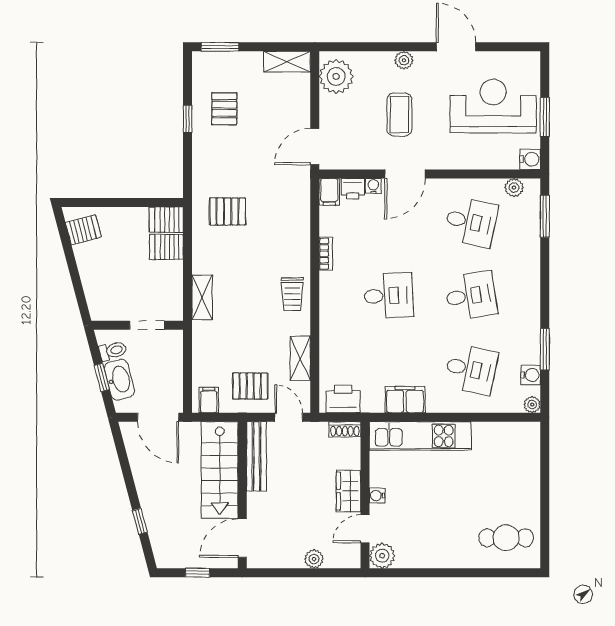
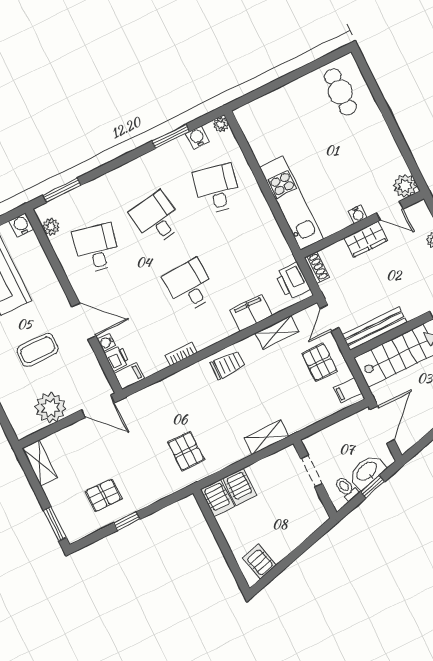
plant: (336, 76) -> (50, 408), moved
filing cabinet: (405, 400) -> (251, 313), moved, turned 90

